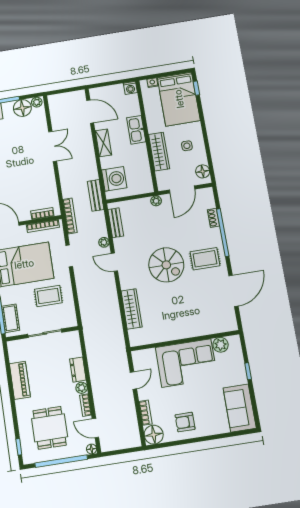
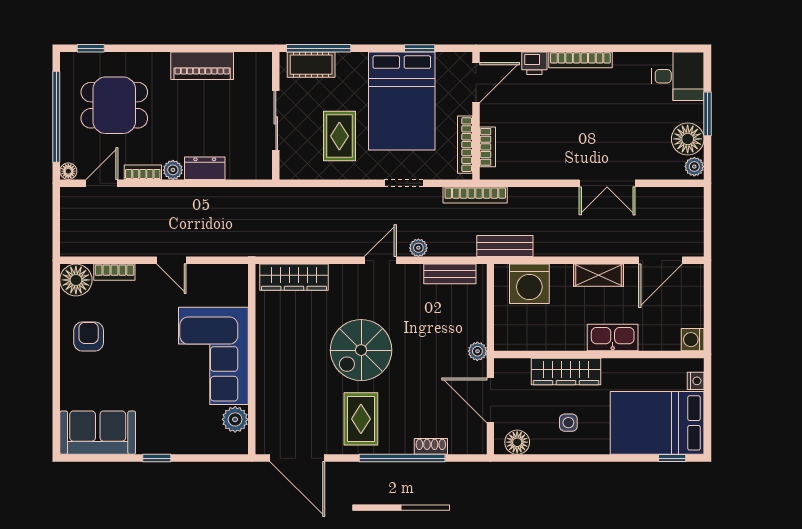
wall: (185, 341) -> (252, 359), moved
plant: (221, 345) -> (235, 419), moved
corner sofa: (186, 363) -> (213, 356), moved

